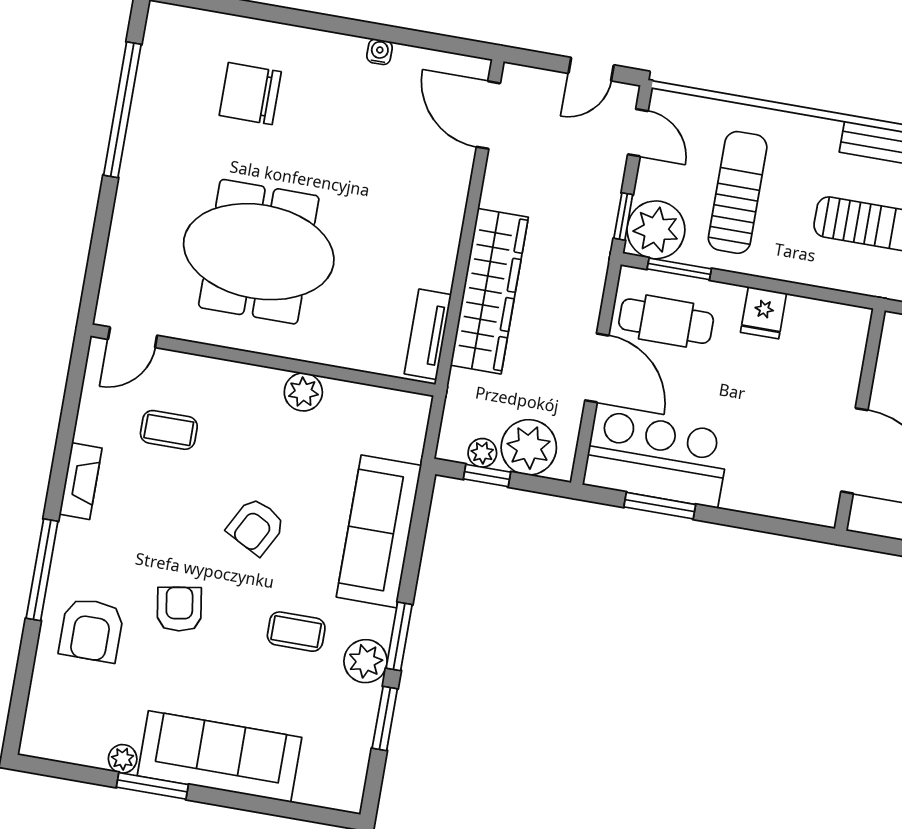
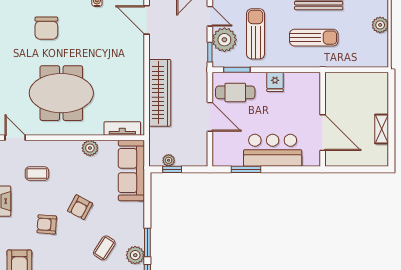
chair: (250, 94) -> (46, 28), turned -90
plant: (656, 230) -> (224, 40), moved
tv unit: (428, 334) -> (122, 128), moved, turned 90
door: (133, 337) -> (15, 138), swing flipped
plant: (529, 447) -> (187, 155), removed
bar counter: (656, 459) -> (273, 150), moved
sofa: (379, 531) -> (131, 170), moved
armchair: (179, 609) -> (47, 224), moved, turned -77
coffee table: (296, 632) -> (104, 248), turned -57

